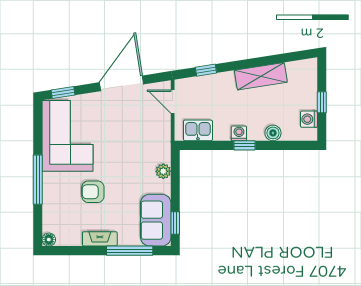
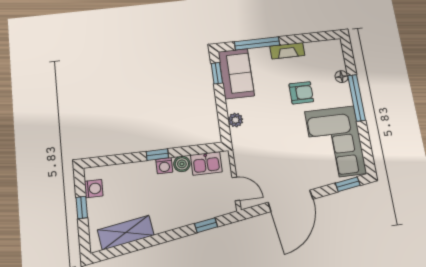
shelving: (261, 76) -> (126, 233), moved
boiler: (273, 133) -> (182, 164), moved
floor lamp: (49, 240) -> (342, 77), moved

